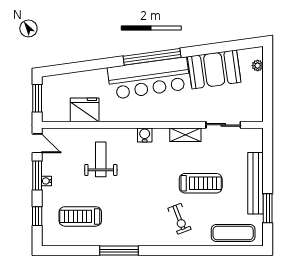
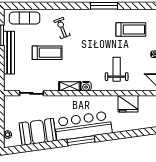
window: (152, 57) -> (81, 141), width x0.68
shelving: (185, 135) -> (70, 86), moved
weight bench: (101, 159) -> (117, 69), turned 180
treadmill: (201, 183) -> (47, 53), turned 180

